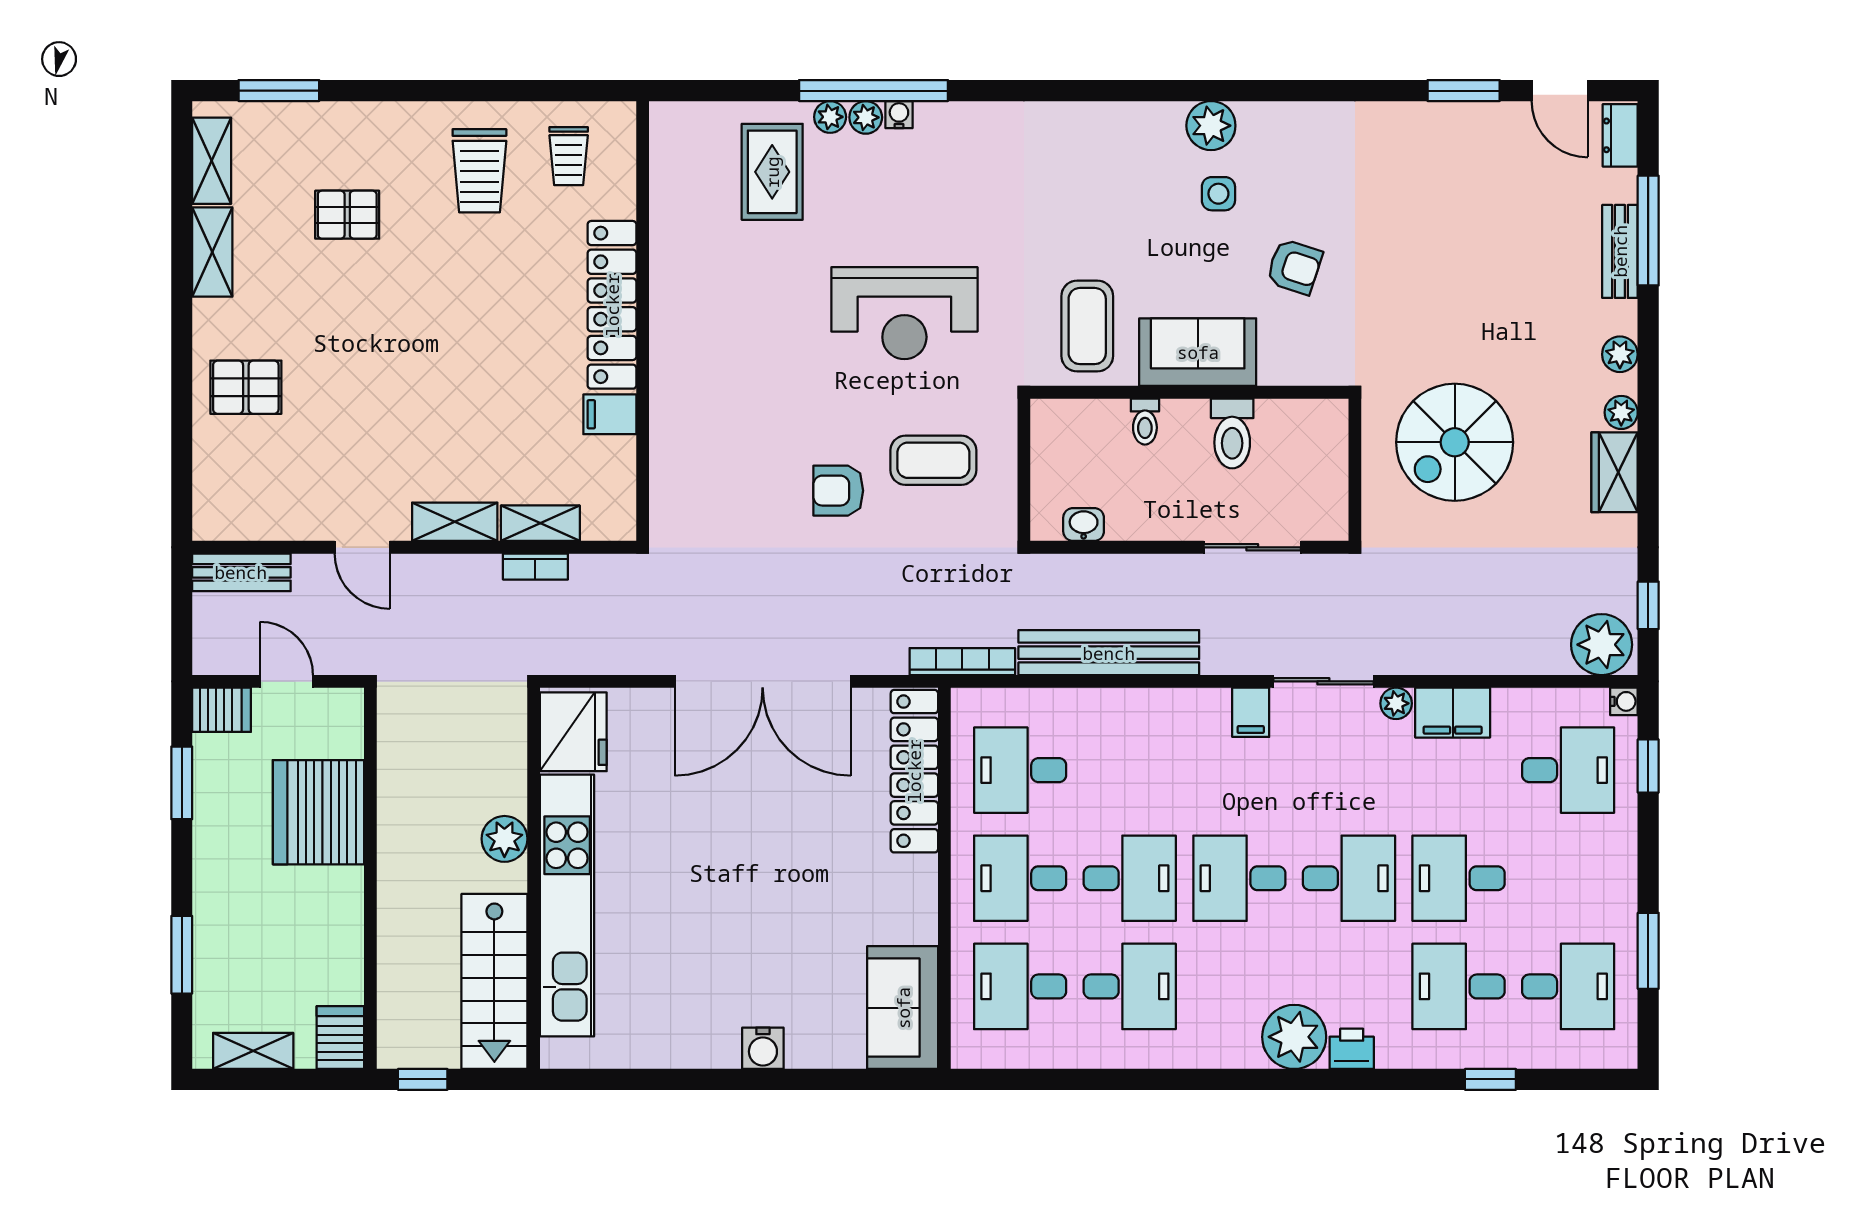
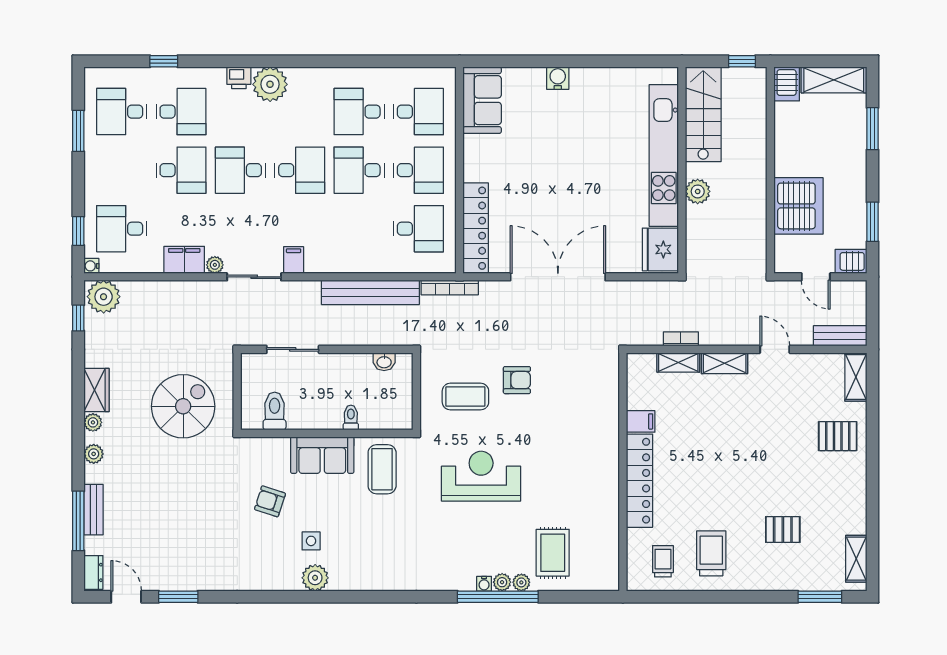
shelving: (212, 252) -> (856, 377), moved
toilet: (1232, 433) -> (275, 411), moved
shelving: (253, 1051) -> (834, 80), width x1.50, depth x1.33

